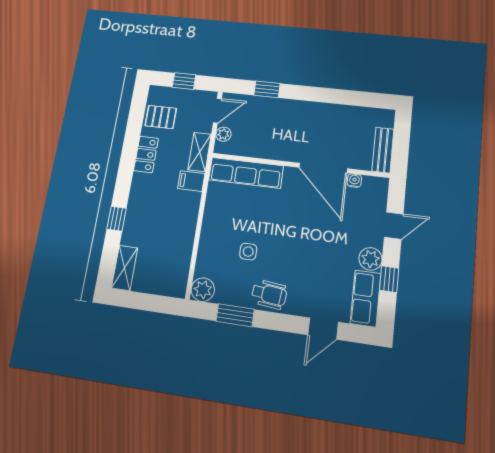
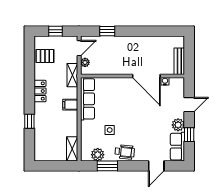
locker: (146, 154) -> (40, 91), moved
row of seats: (246, 173) -> (87, 99), moved, turned -90
filing cabinet: (191, 181) -> (70, 105), moved
shelving: (125, 268) -> (72, 149), moved
plant: (203, 290) -> (98, 155), moved

